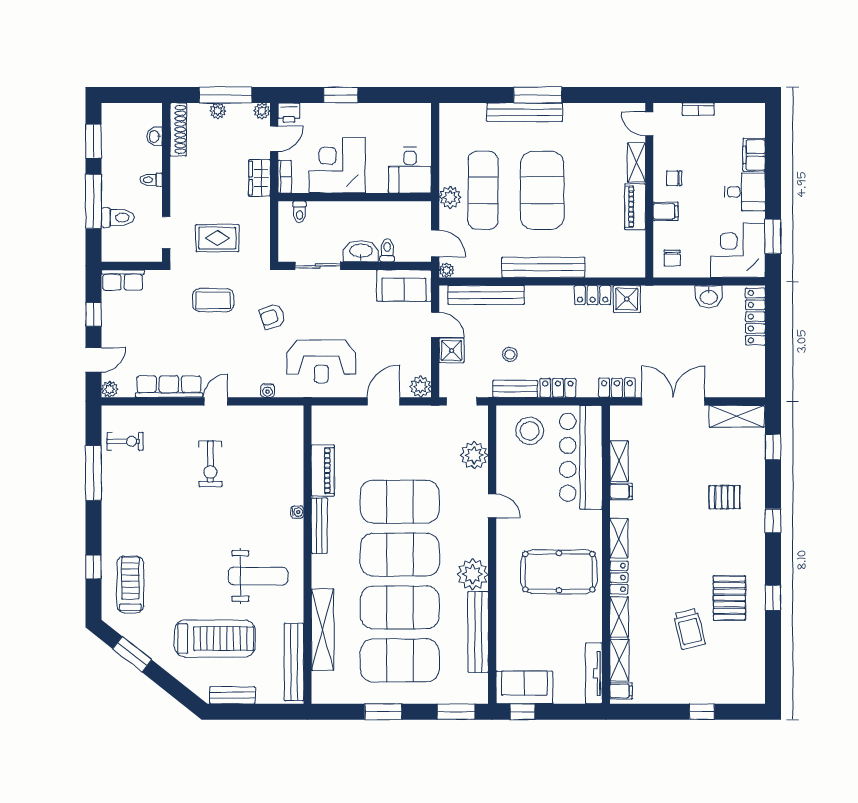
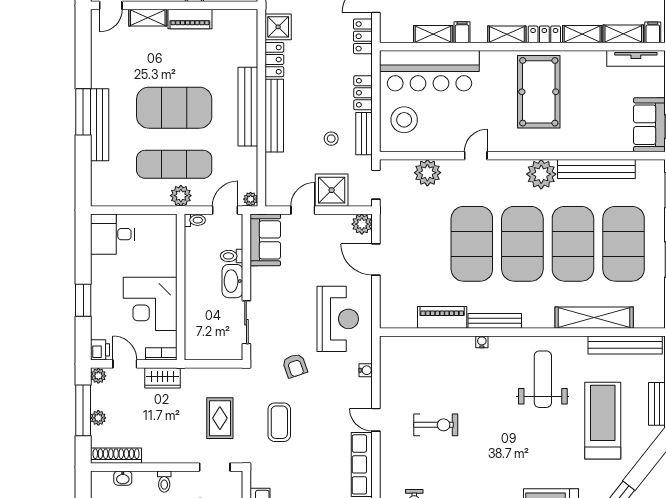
desk: (410, 170) -> (113, 234), moved, turned 180
toilet: (300, 212) -> (195, 220), moved
bench: (486, 295) -> (274, 116), moved
shower: (452, 350) -> (332, 190), width x1.36, depth x1.36

